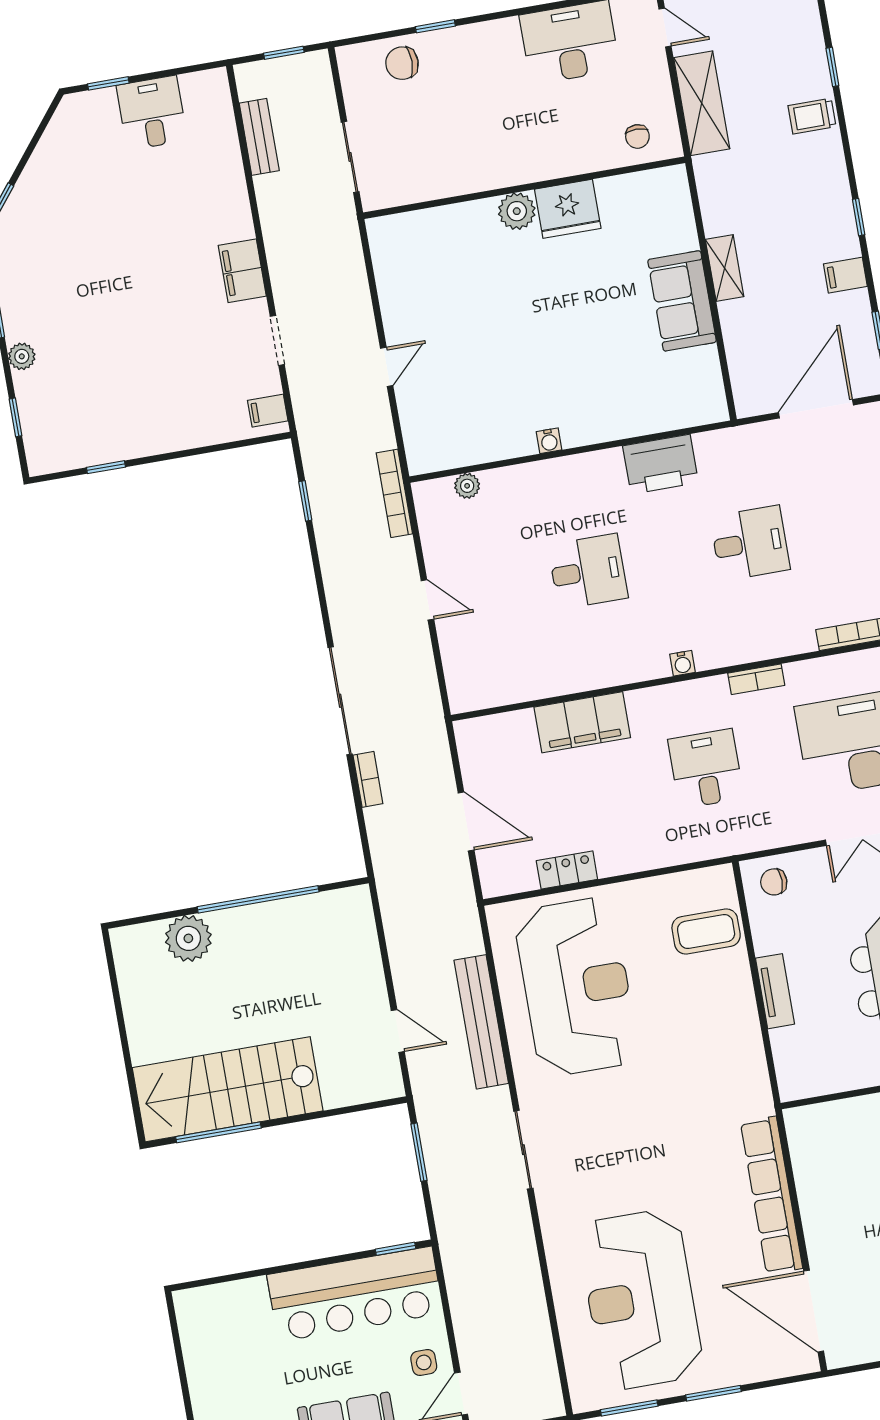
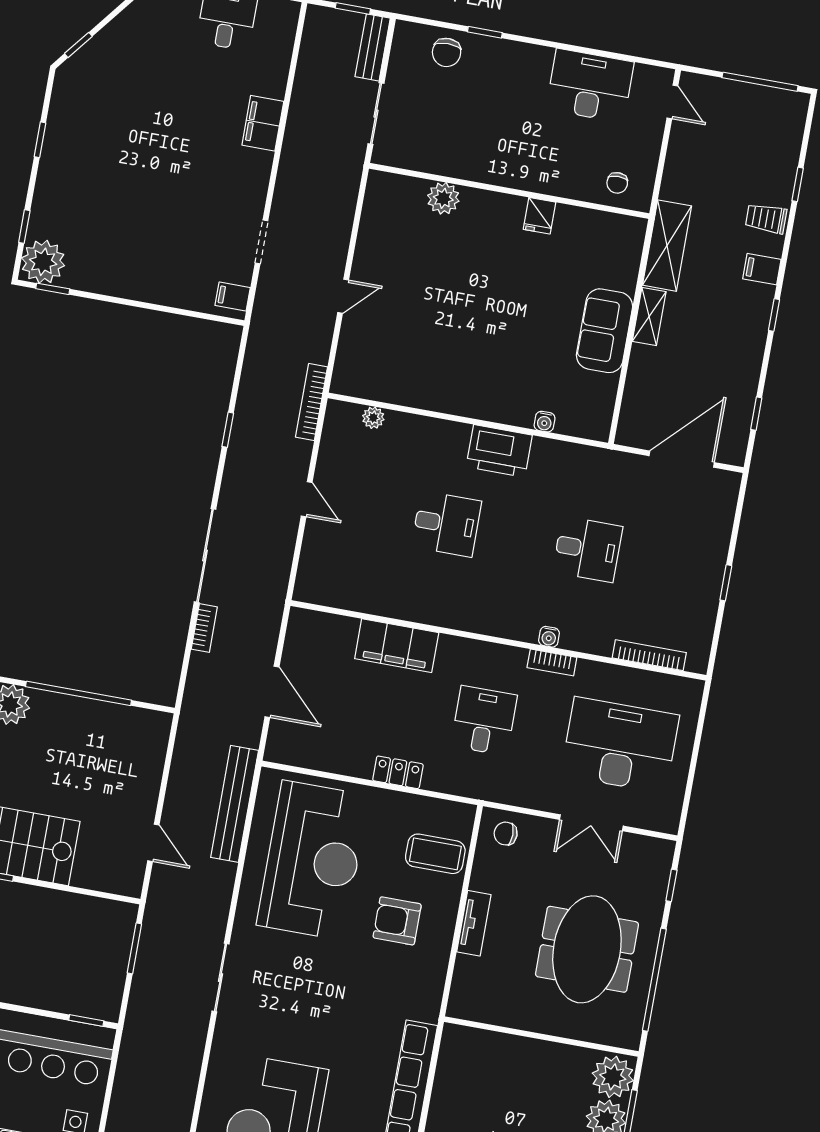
chair: (402, 63) -> (447, 52), turned -90
shelving: (702, 103) -> (667, 246), moved
bench: (259, 137) -> (373, 47), moved
fridge: (568, 209) -> (540, 216), width x0.53, depth x0.75
plant: (517, 211) -> (443, 198), moved
filing cabinet: (242, 271) -> (263, 123), moved
filing cabinet: (845, 275) -> (762, 269), moved
plant: (22, 356) -> (43, 262), moved, width x1.87, depth x1.87
water cooler: (549, 441) -> (545, 422), moved
printer: (661, 464) -> (499, 451), moved
window: (106, 467) -> (53, 289), moved
window: (305, 501) -> (228, 430), moved
water cooler: (682, 663) -> (549, 637), moved
locker: (567, 870) -> (398, 772), moved
armchair: (691, 1019) -> (397, 921), added
bench: (481, 1022) -> (235, 804), moved

